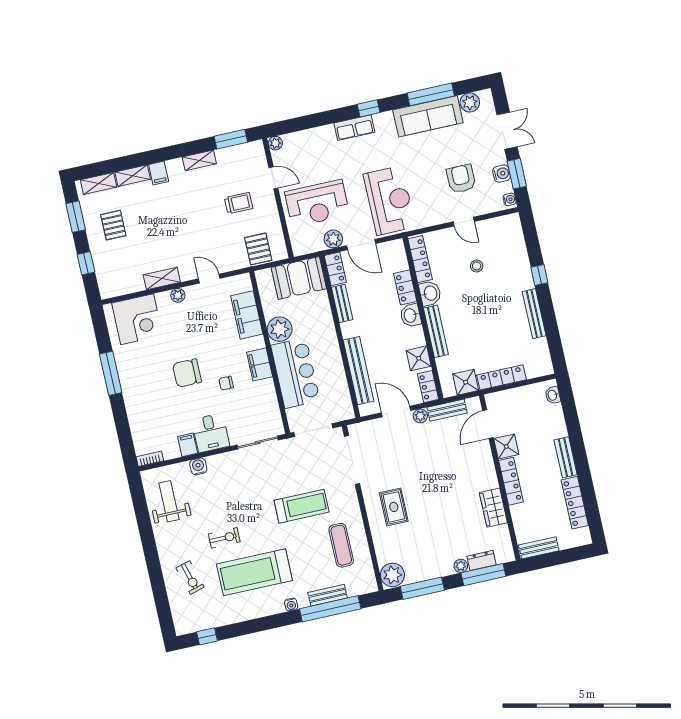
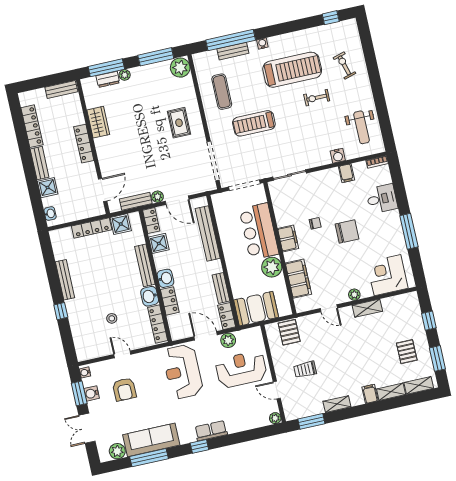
desk: (211, 433) -> (382, 199), moved, turned 90
shower: (506, 446) -> (48, 188), moved

